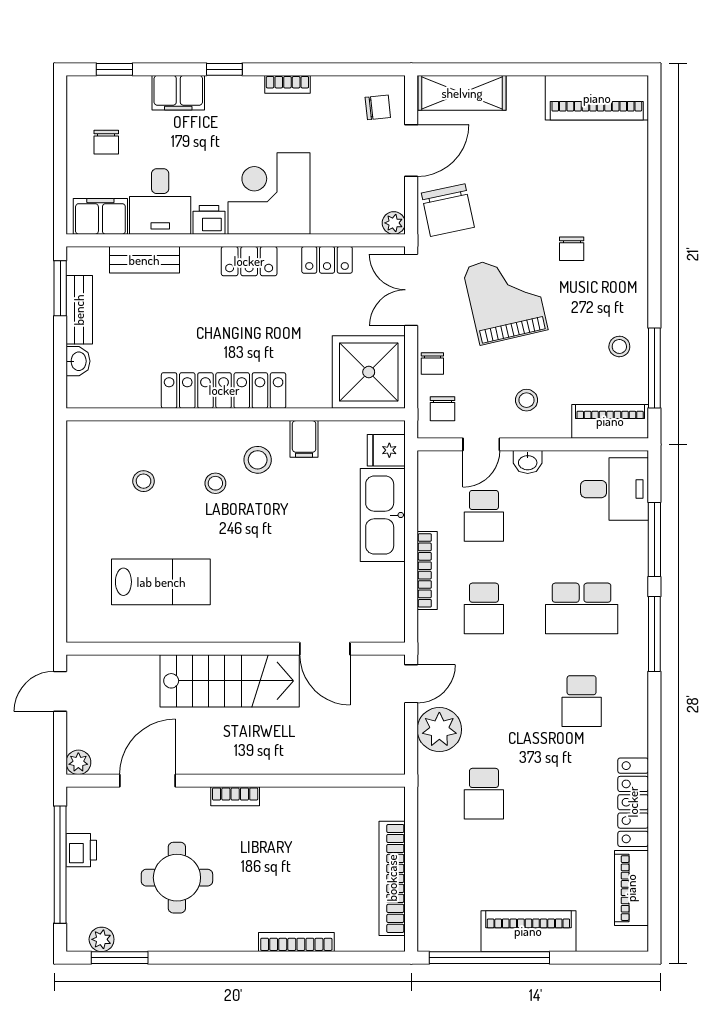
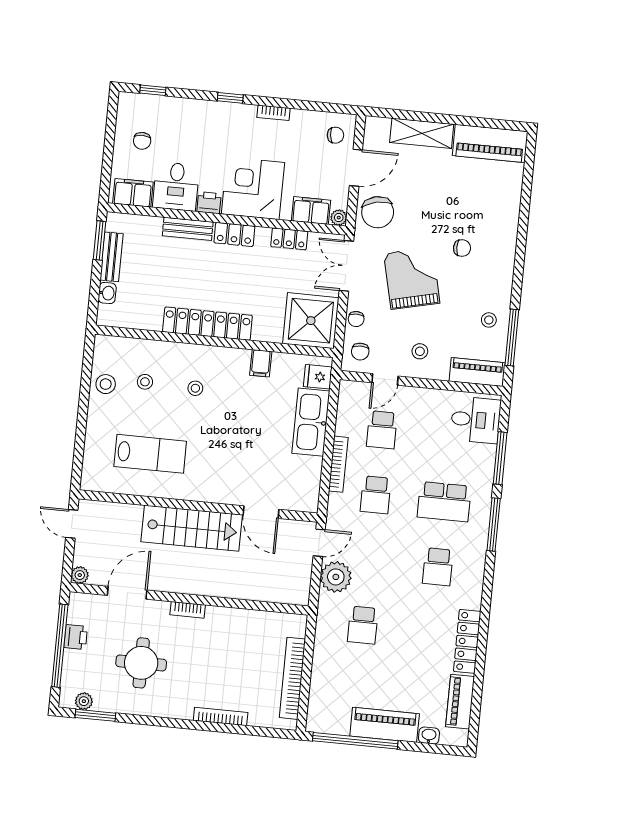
filing cabinet: (178, 93) -> (311, 211), moved, turned 180
shelving: (462, 93) -> (422, 133), moved
chair: (572, 249) -> (462, 248), turned -90
bench: (144, 260) -> (188, 229), moved
stool: (258, 460) -> (106, 384), moved
washbasin: (528, 462) -> (429, 736), moved, turned 180
door: (60, 691) -> (72, 524), hinge flipped

